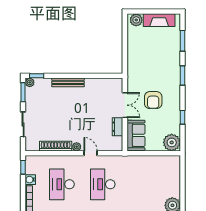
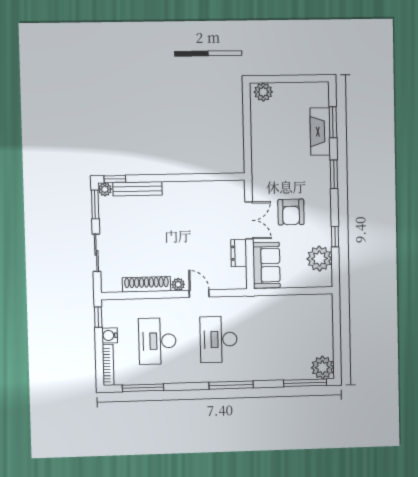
fireplace: (159, 20) -> (320, 132), moved, turned 90
bench: (68, 82) -> (137, 189), moved
plant: (172, 142) -> (319, 259), moved

